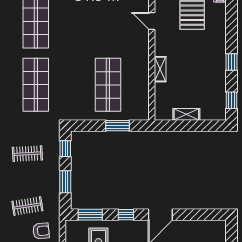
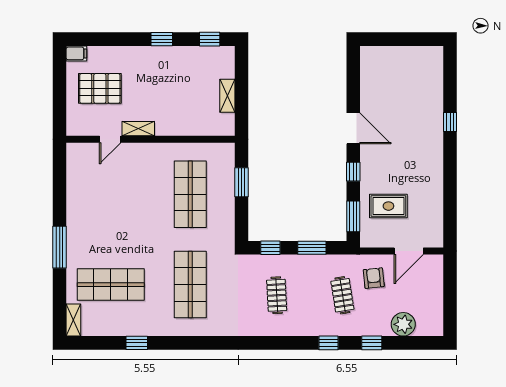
shelving: (160, 69) -> (138, 129), moved
shop shelf: (36, 85) -> (190, 285), turned 90
shop shelf: (108, 85) -> (190, 194), turned 90

